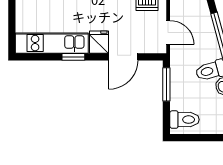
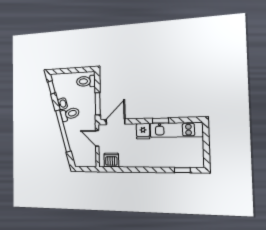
door: (123, 57) -> (116, 122), moved

